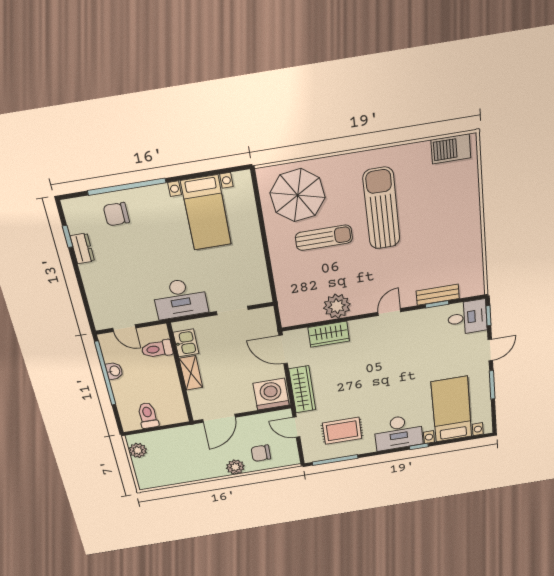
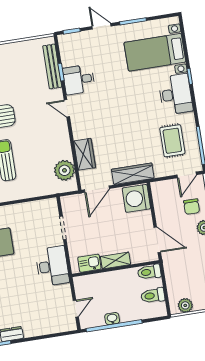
bench: (438, 295) -> (52, 66), width x1.36
plant: (337, 306) -> (64, 170), moved
desk: (467, 317) -> (79, 80), moved, turned -90
toilet: (157, 349) -> (149, 272), moved, turned 90
door: (296, 427) -> (187, 175), moved

